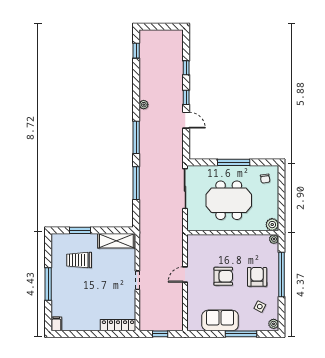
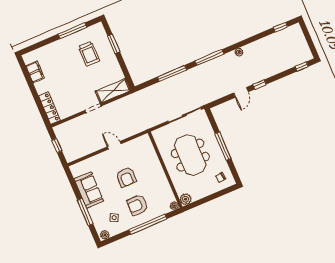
window: (186, 68) -> (302, 66), moved
shelving: (116, 241) -> (113, 91), moved, turned 90
trolley: (79, 260) -> (89, 54), turned 180
armchair: (257, 277) -> (137, 205), turned 180
window: (48, 284) -> (72, 31), moved
filing cabinet: (56, 324) -> (35, 72), moved, width x2.00

